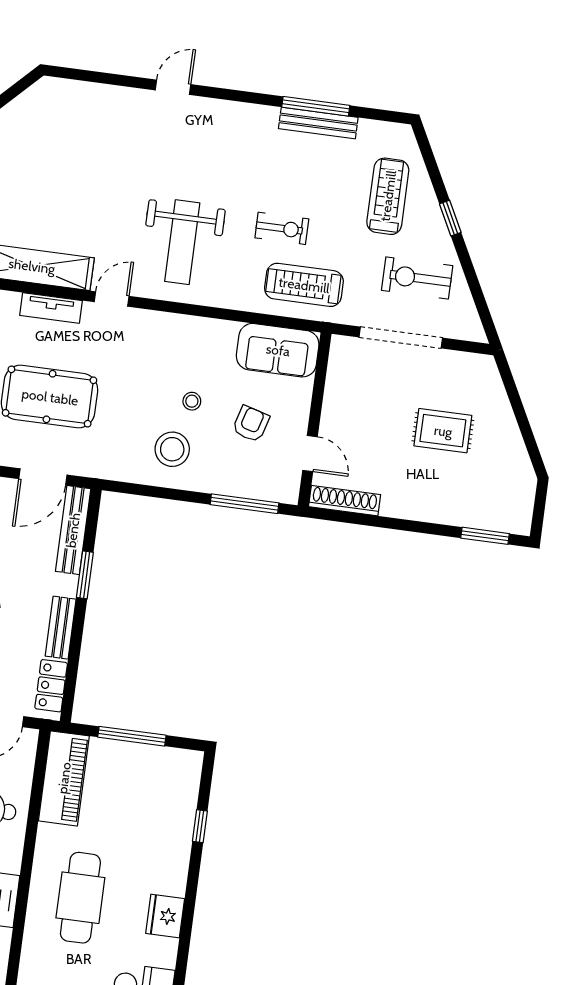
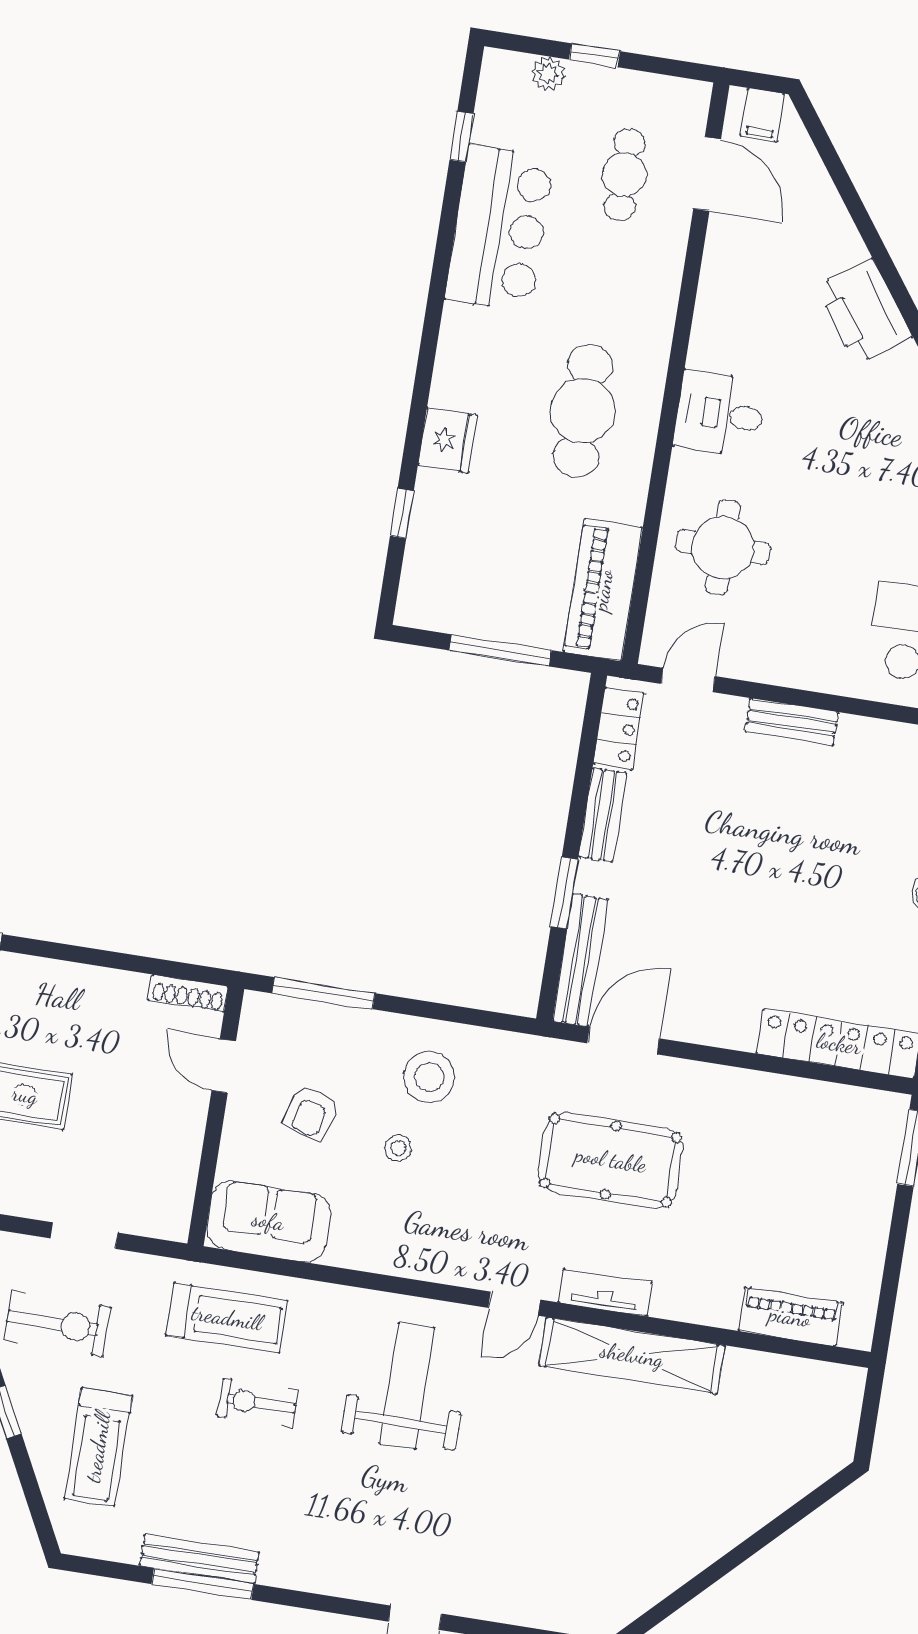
doorway: (401, 338) -> (84, 1236), width x0.53
shoe rack: (345, 501) -> (188, 993), width x0.74, depth x0.81
fridge: (165, 916) -> (448, 440), moved

